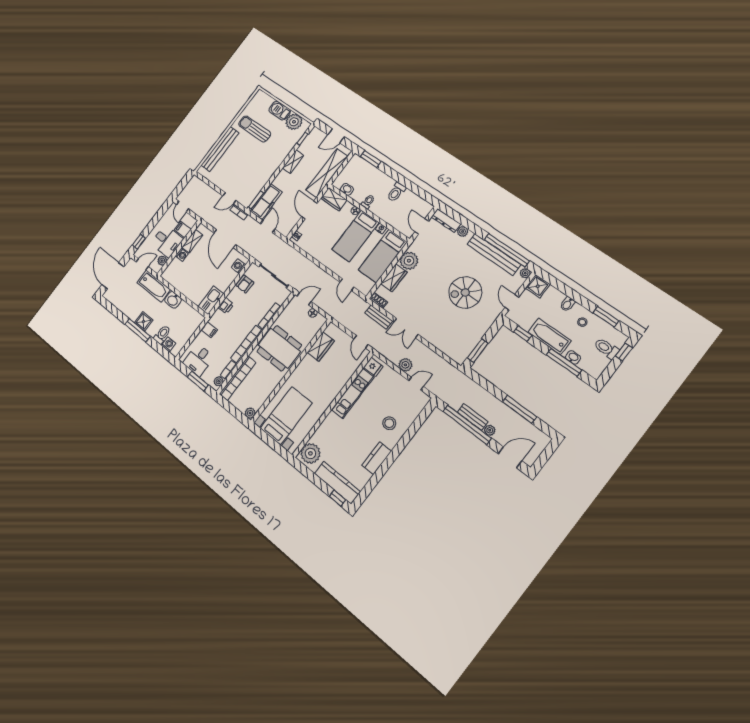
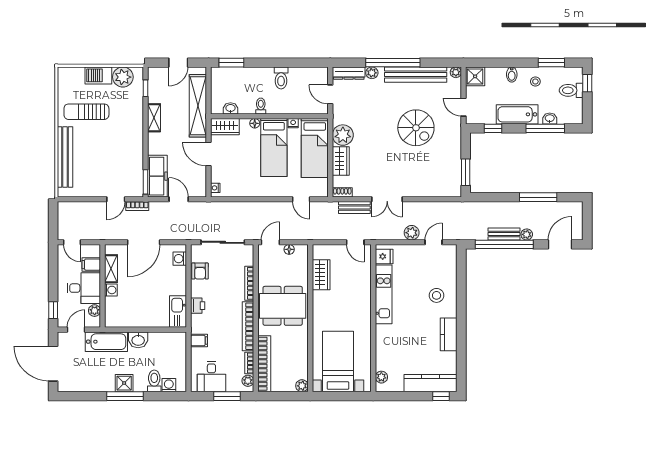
door: (225, 239) -> (144, 242), hinge flipped
window: (507, 250) -> (393, 63), moved
spiral stairs: (465, 292) -> (416, 128), turned -90
plant: (310, 453) -> (381, 377), width x0.53, depth x0.53

